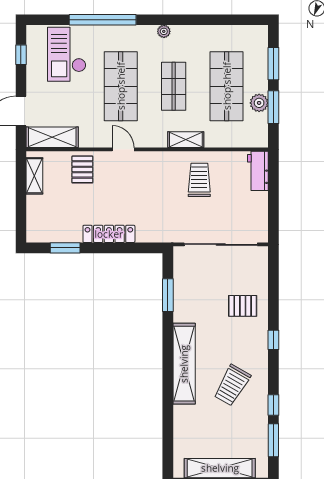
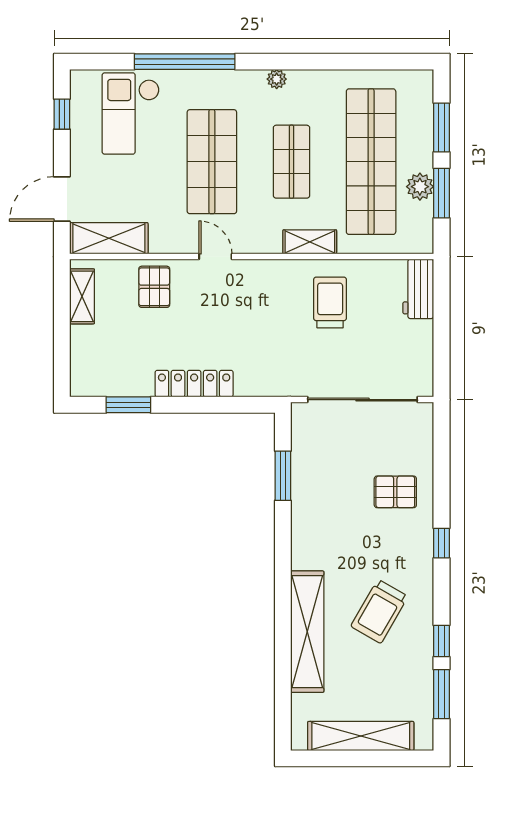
shop shelf: (227, 86) -> (371, 162), width x1.40
shelving: (184, 364) -> (307, 632), moved

